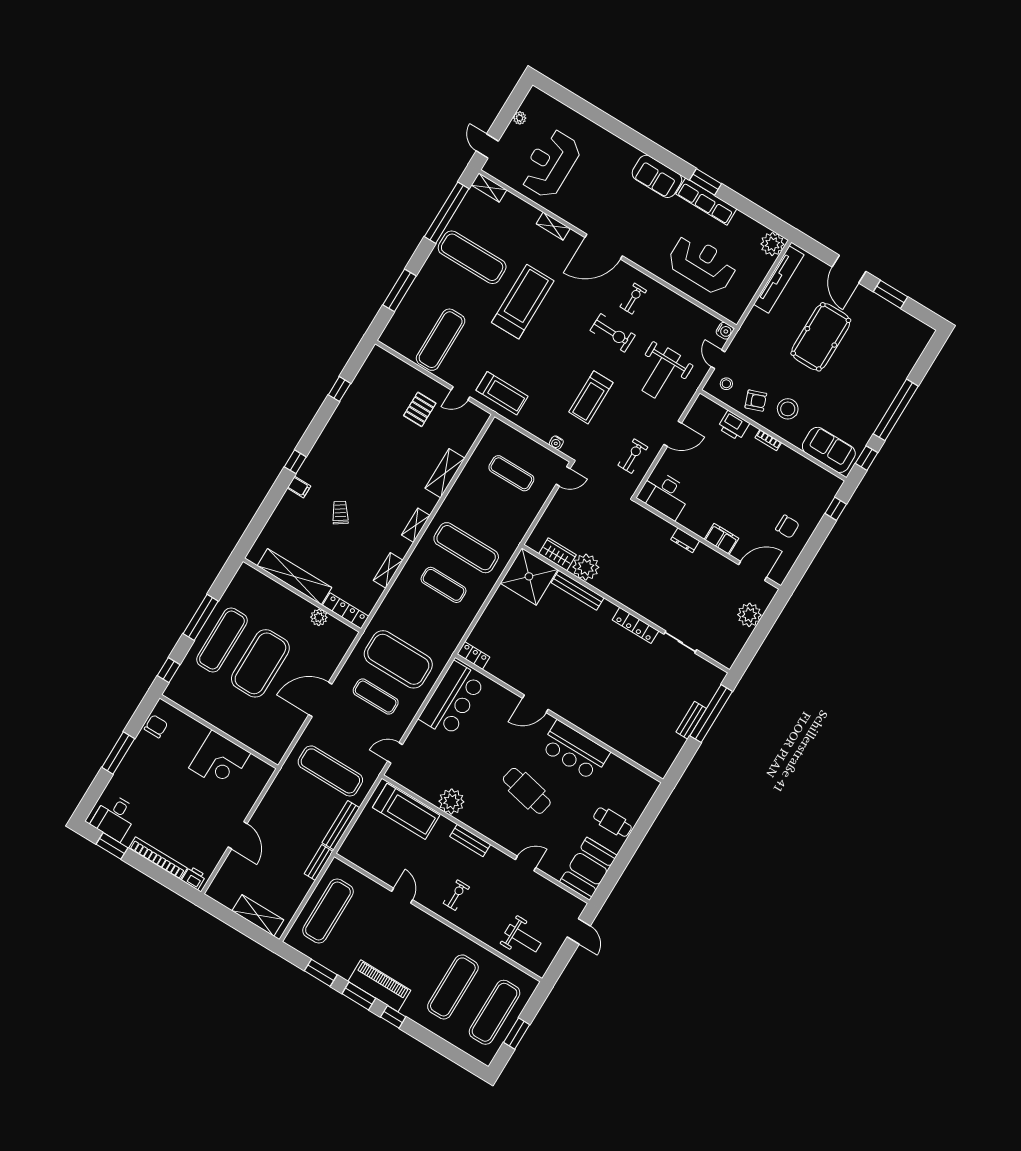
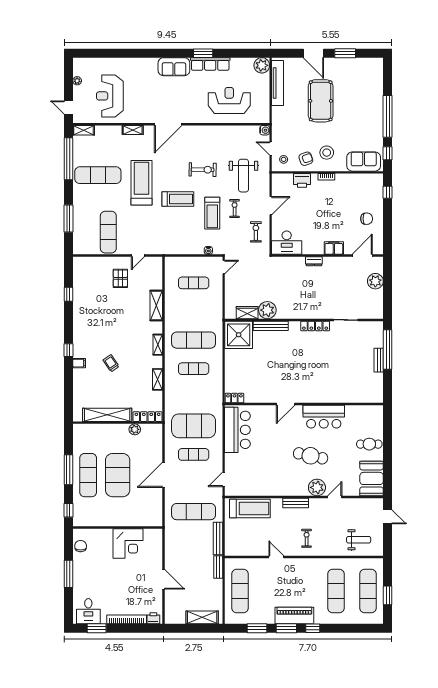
exercise bike: (633, 299) -> (235, 209), moved
treadmill: (502, 393) -> (178, 199), moved
plant: (451, 801) -> (317, 487), moved

